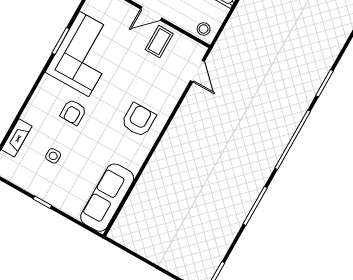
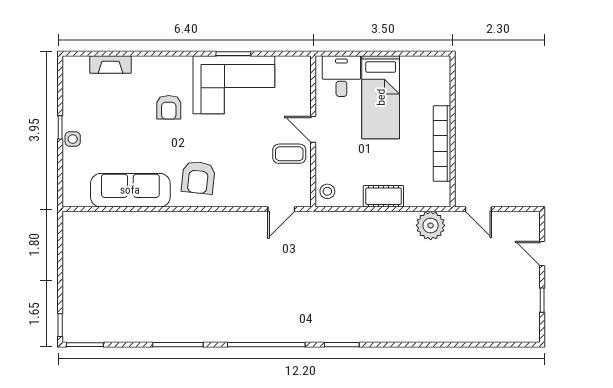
armchair: (73, 112) -> (169, 107), turned -90
armchair: (139, 120) -> (198, 178), turned 96
side table: (53, 156) -> (73, 139), moved
sofa: (107, 198) -> (130, 190), moved

